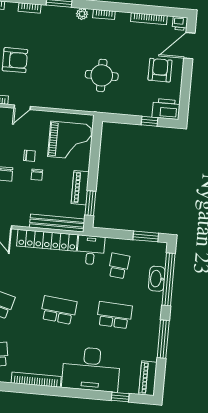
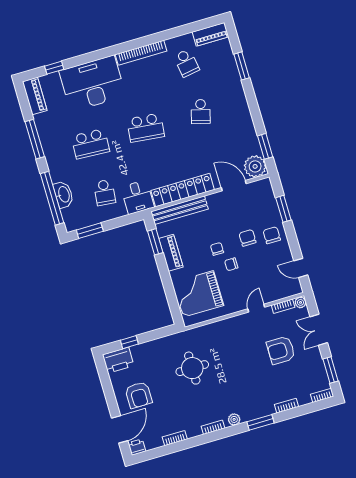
bookcase: (149, 19) -> (175, 438), width x0.64

